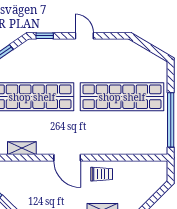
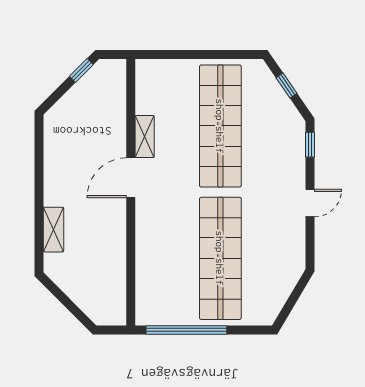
shelving: (22, 148) -> (145, 137), moved
trolley: (102, 174) -> (107, 228), removed

